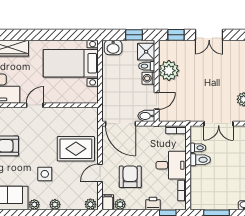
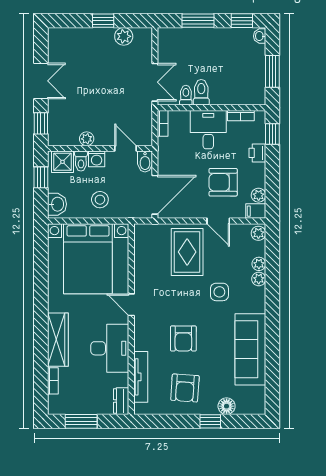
bed with nightstands: (71, 63) -> (88, 259), width x1.36
plant: (169, 71) -> (87, 139), width x0.53, depth x0.53
stool: (117, 81) -> (100, 200), added
double door: (219, 124) -> (155, 82), moved
plant: (34, 205) -> (259, 264), moved

